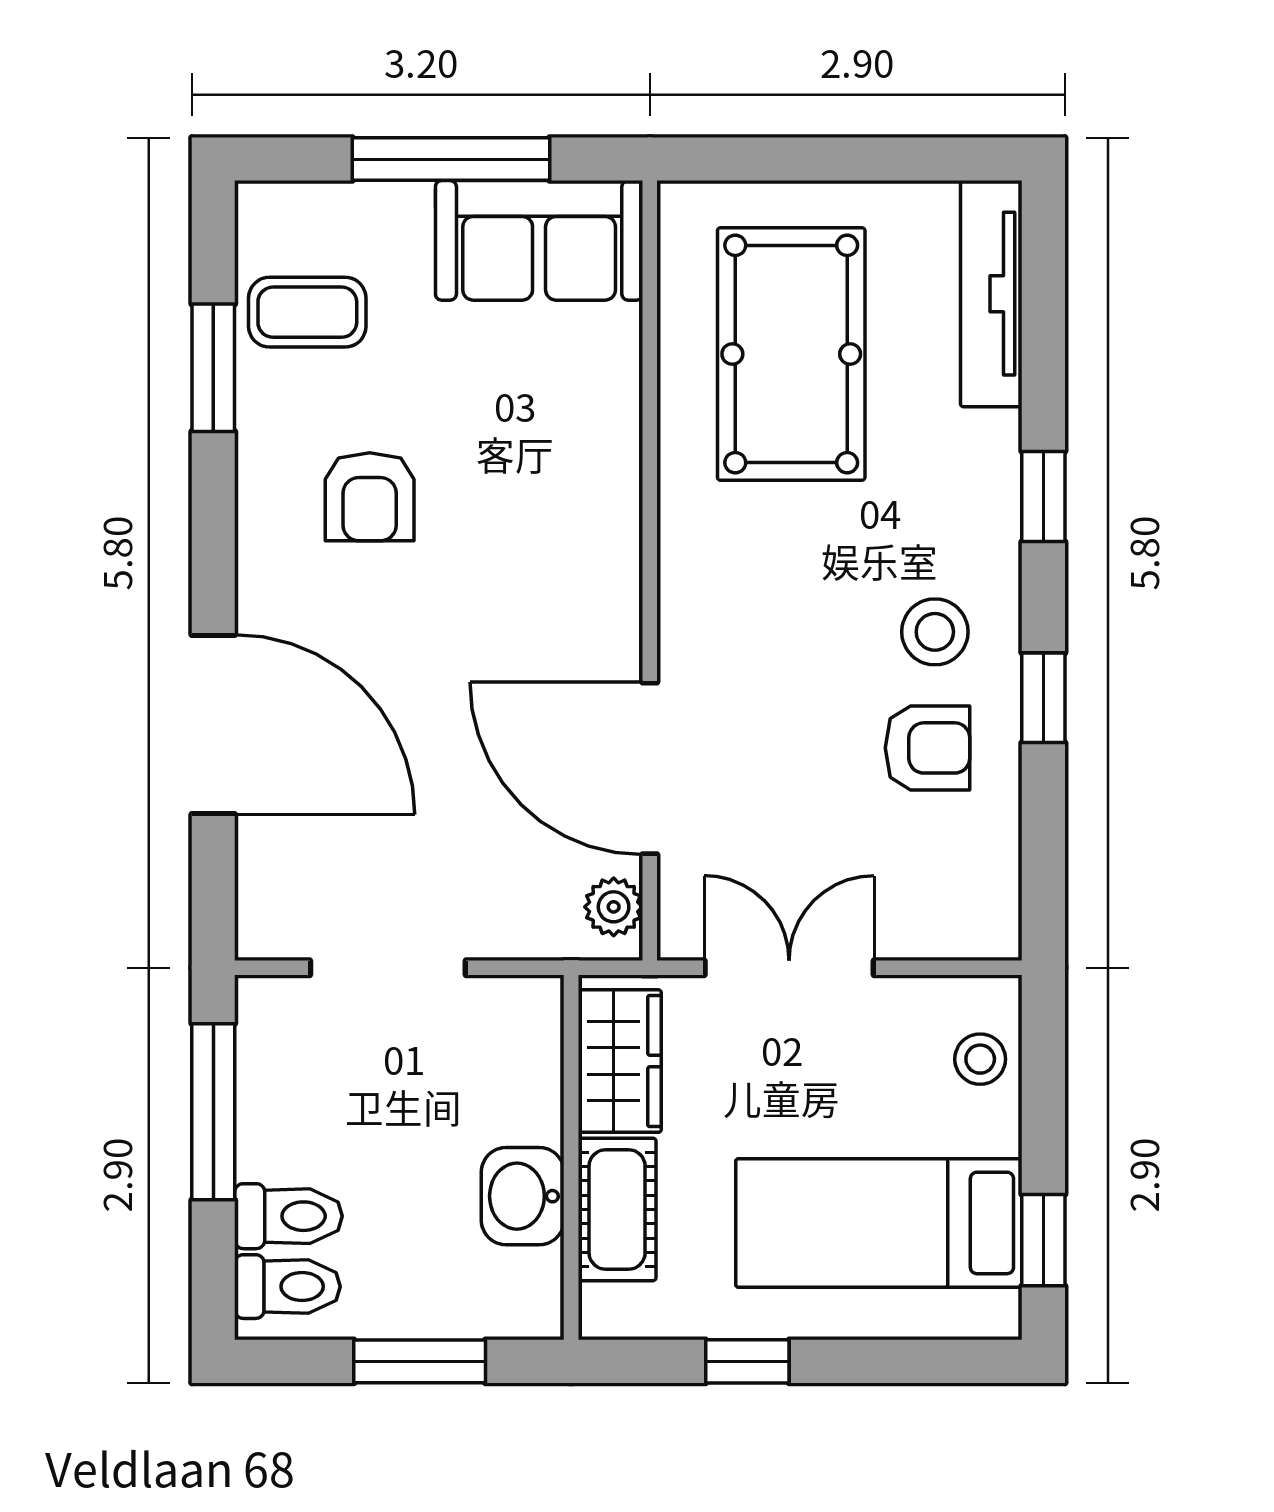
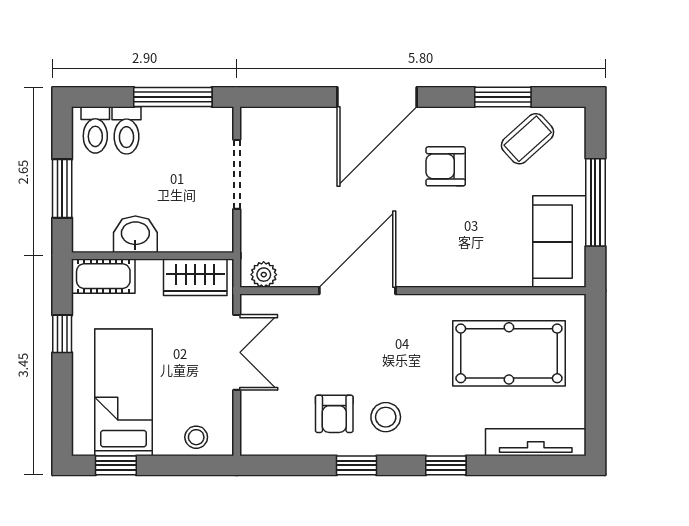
coffee table: (307, 312) -> (528, 139), turned 48
door: (213, 724) -> (377, 97), moved
door: (650, 768) -> (357, 291), moved
cot: (617, 1209) -> (103, 276), moved

